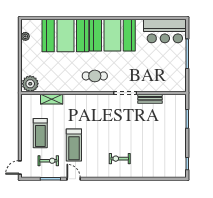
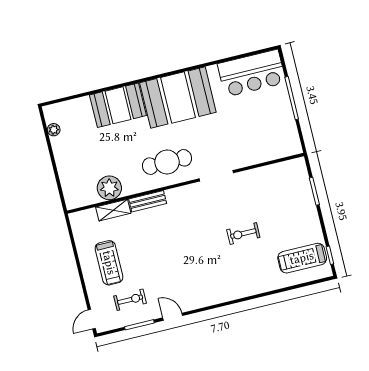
booth: (65, 36) -> (118, 105), width x0.73, depth x0.70
cafe table: (95, 76) -> (167, 162), width x1.37, depth x1.35
plant: (30, 84) -> (109, 188), moved
bench: (150, 99) -> (148, 201), moved
treadmill: (74, 145) -> (302, 258), moved, turned 90
exercise bike: (120, 159) -> (243, 234), moved

